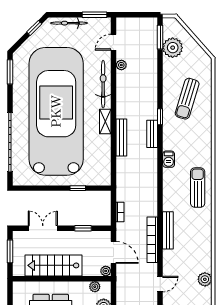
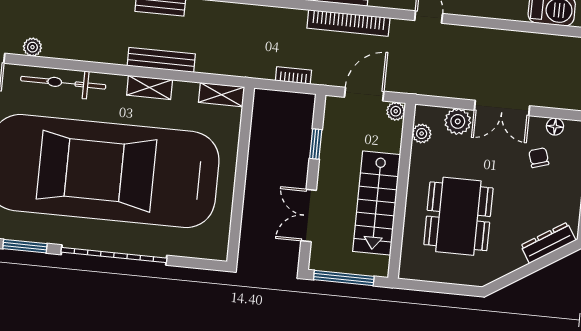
shelving: (105, 121) -> (150, 87), moved
garage door: (10, 142) -> (114, 255), moved
shelving: (105, 173) -> (222, 95), added
window: (78, 188) -> (243, 146), removed
window: (10, 251) -> (344, 278), width x1.44

